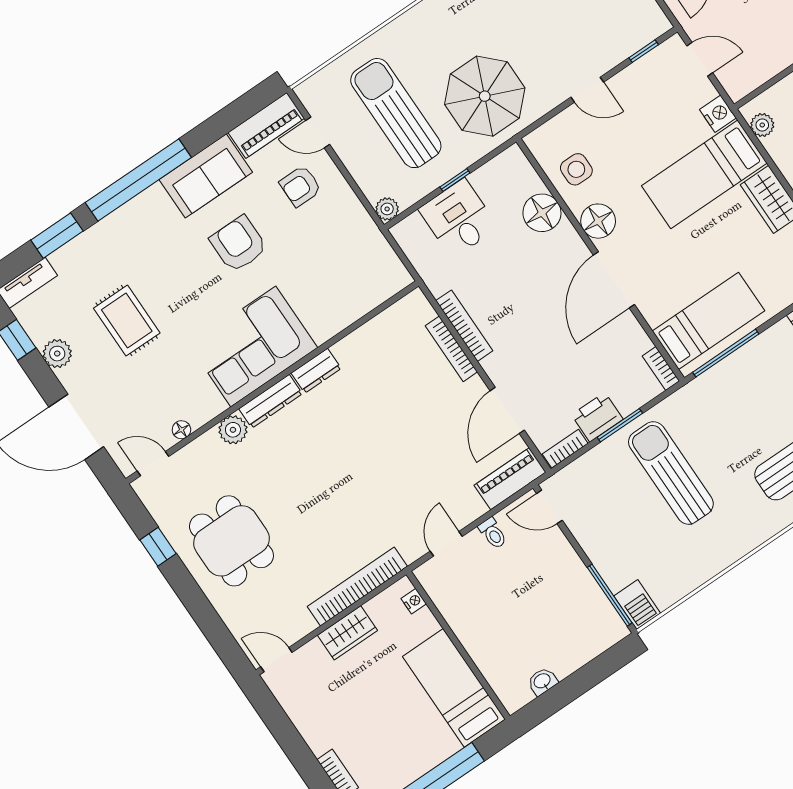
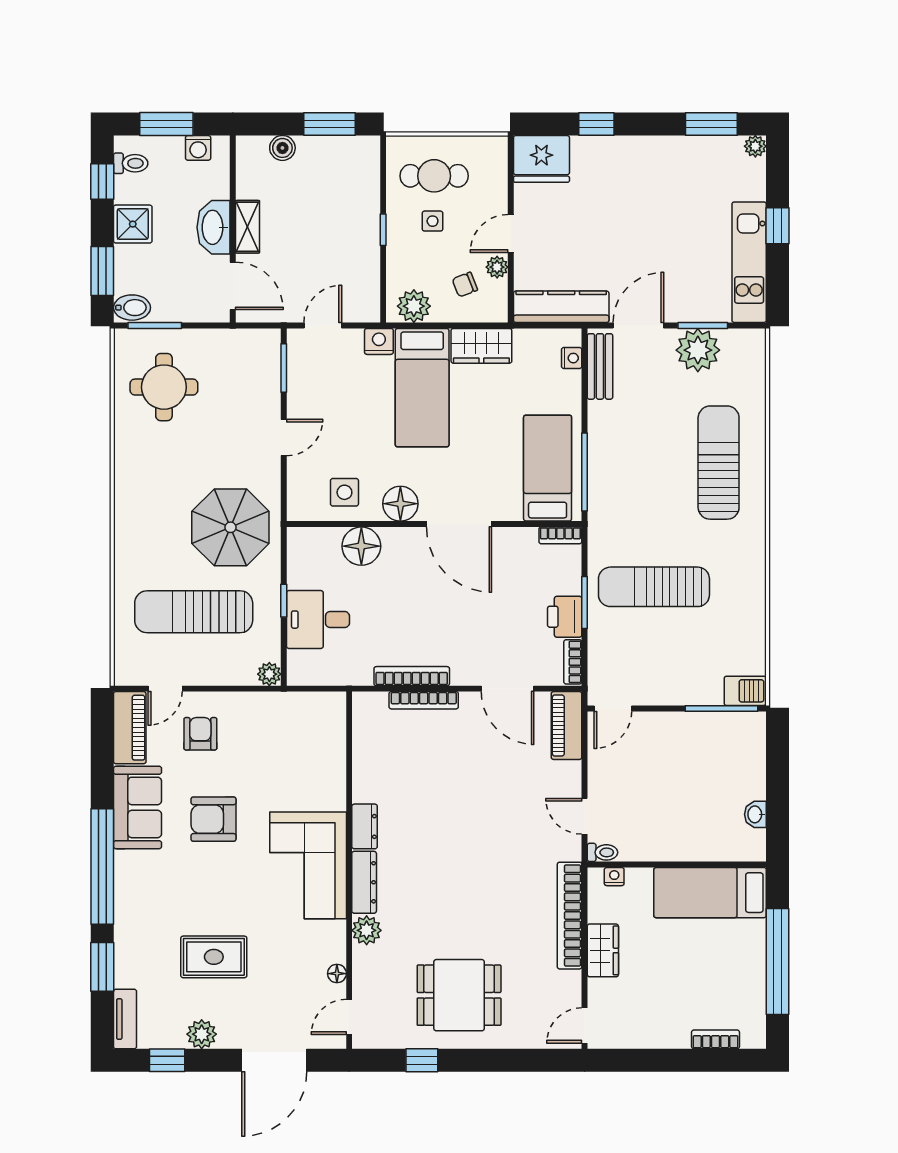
window: (644, 51) -> (284, 368), width x1.50
plant: (762, 125) -> (414, 306), width x1.38, depth x1.38
armchair: (300, 186) -> (200, 734), turned 180
toilet: (493, 533) -> (602, 852), moved

